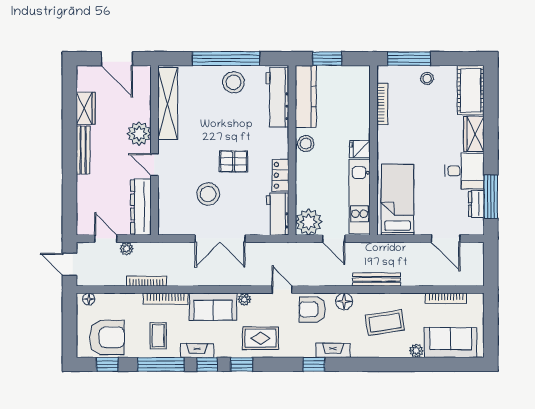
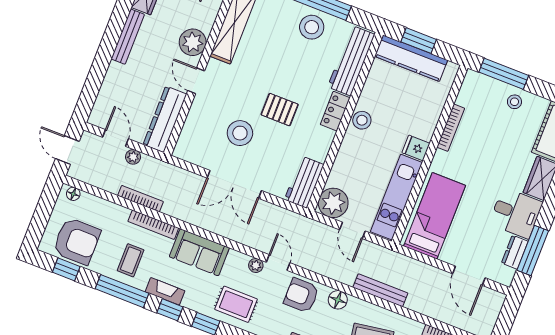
kitchen counter: (306, 97) -> (411, 58), moved, turned 90
bookcase: (382, 104) -> (451, 128), moved
locker: (280, 175) -> (335, 111), moved
plant: (244, 299) -> (256, 265), moved

